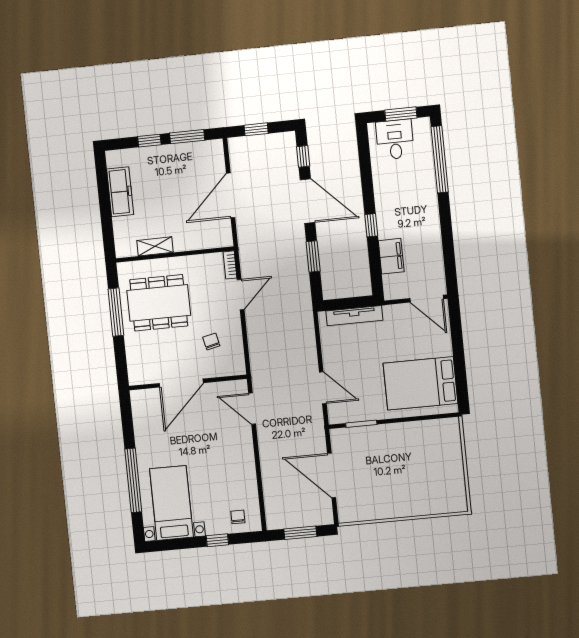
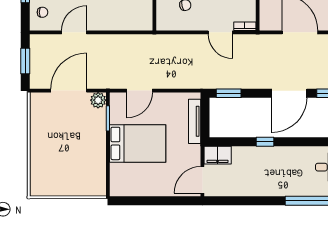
window: (313, 256) -> (229, 93), moved
filing cabinet: (391, 256) -> (218, 155), moved
bed: (420, 383) -> (138, 143), moved, turned 90
door: (252, 409) -> (74, 32), moved
plant: (340, 438) -> (98, 100), added

